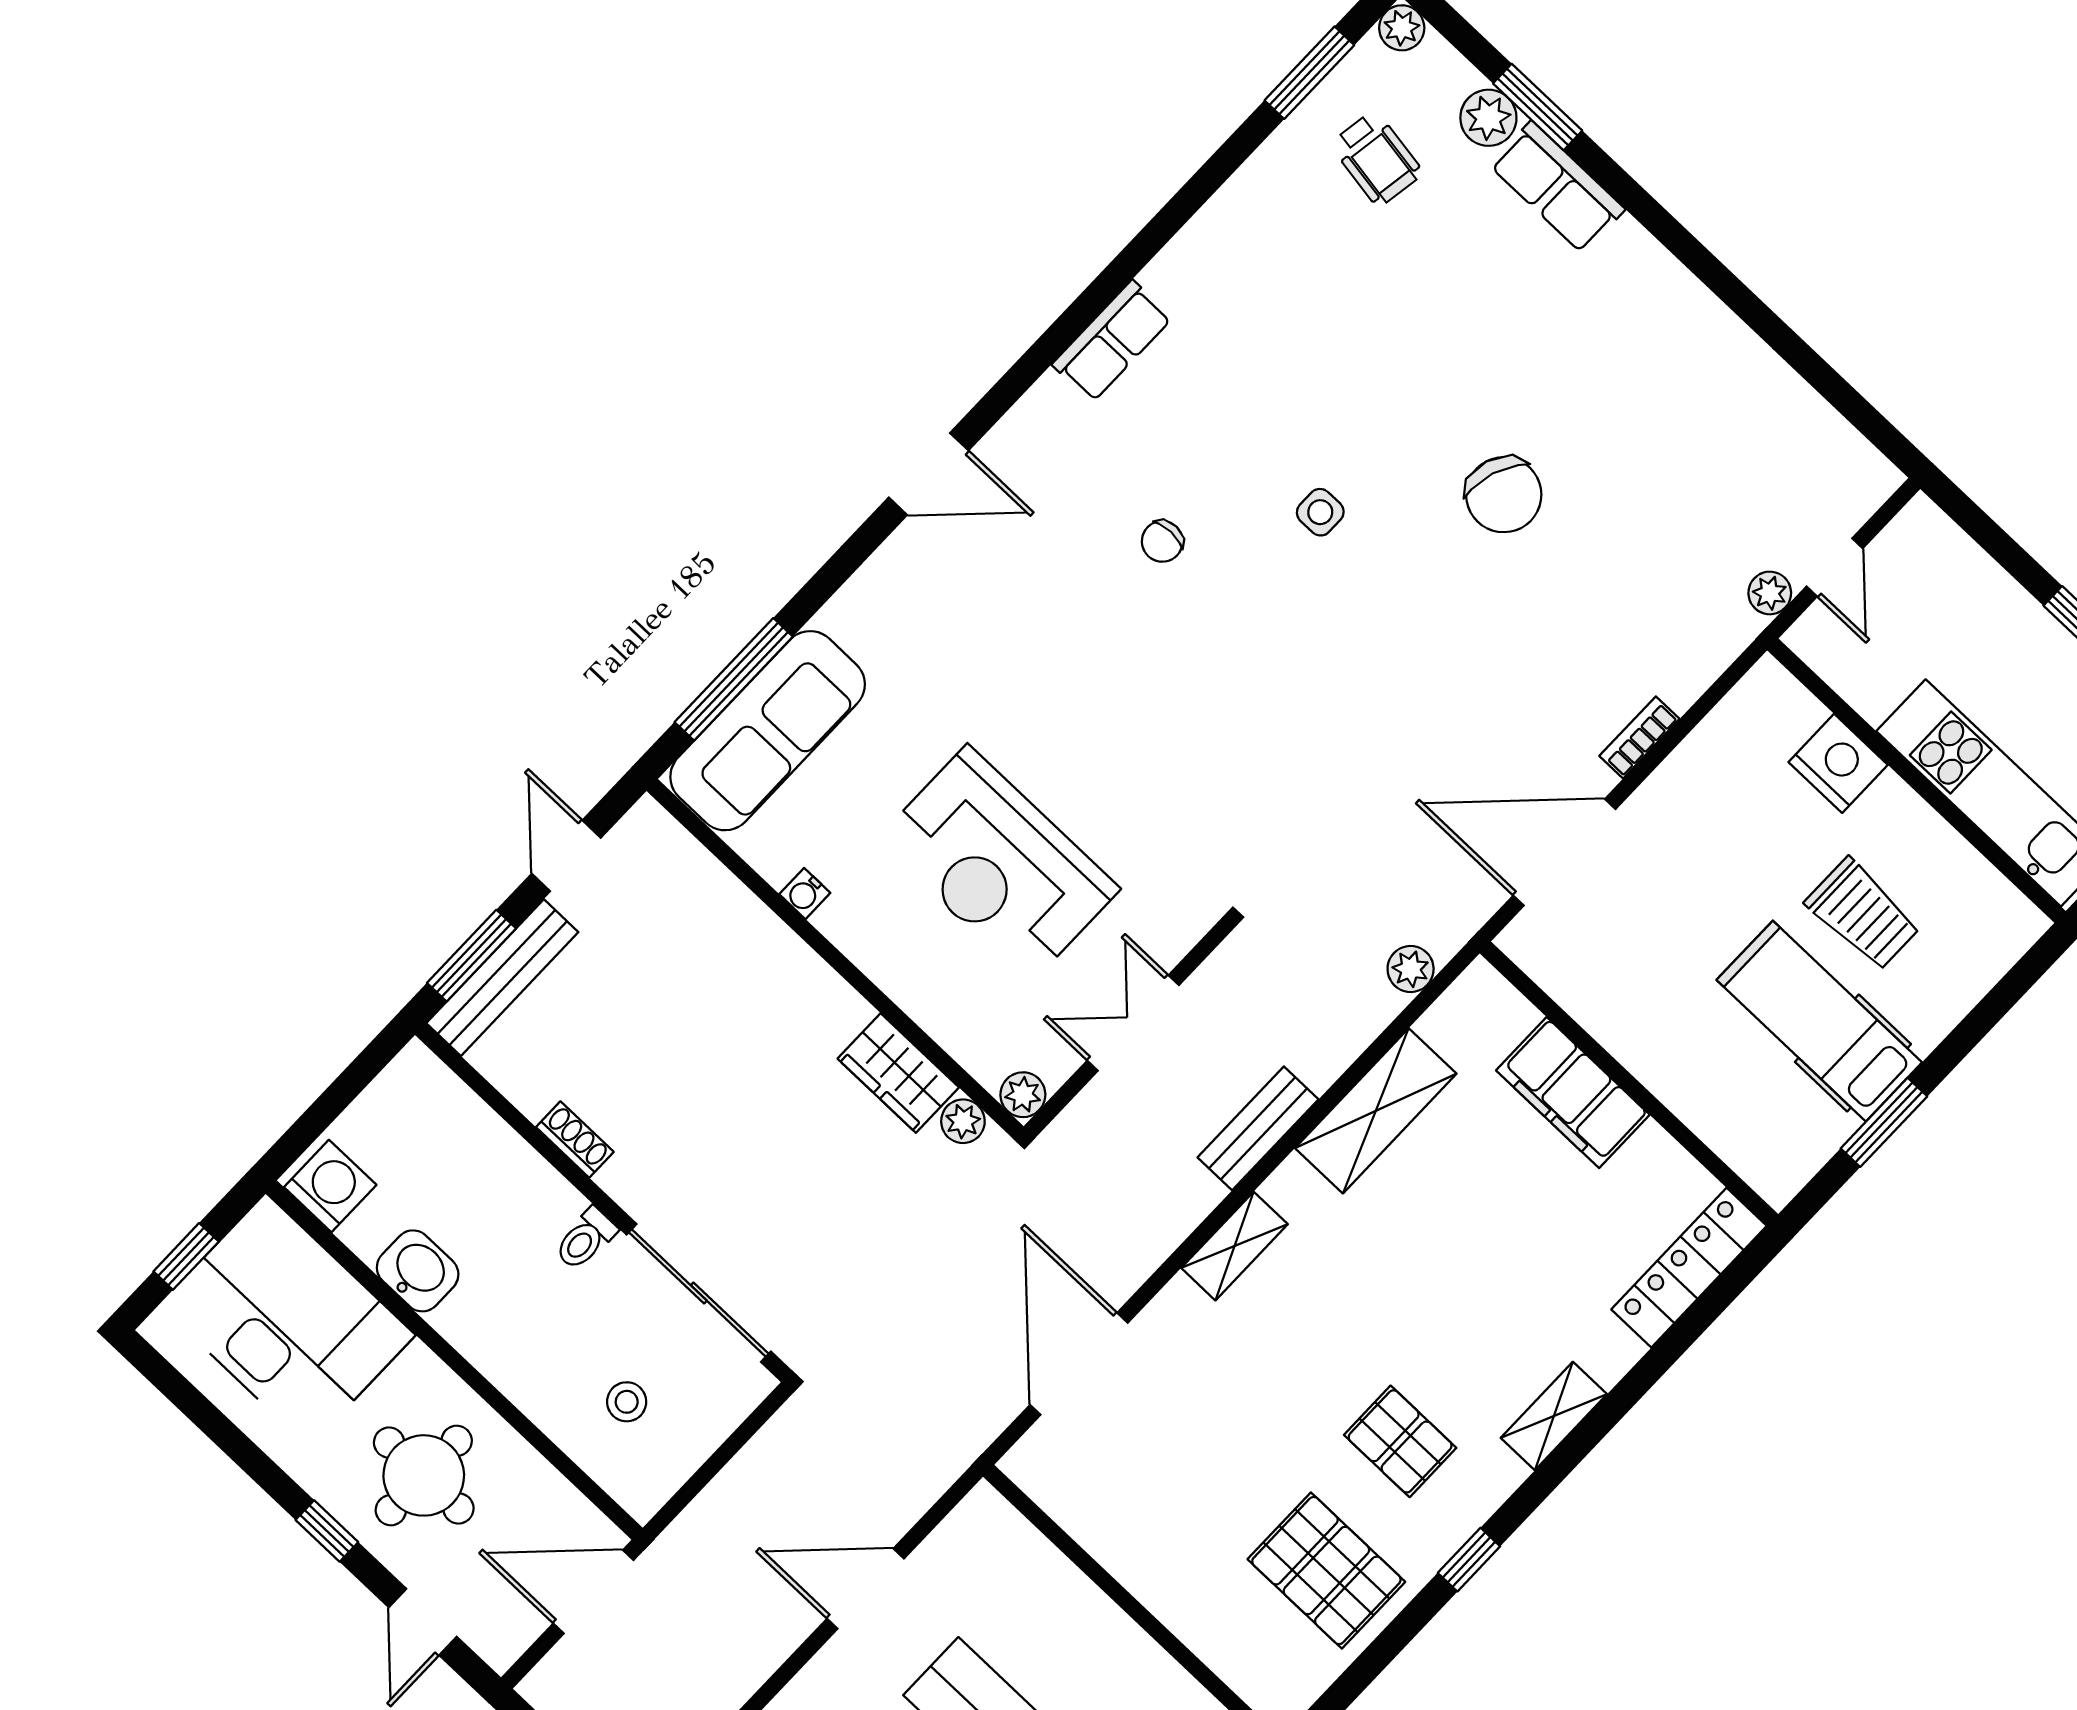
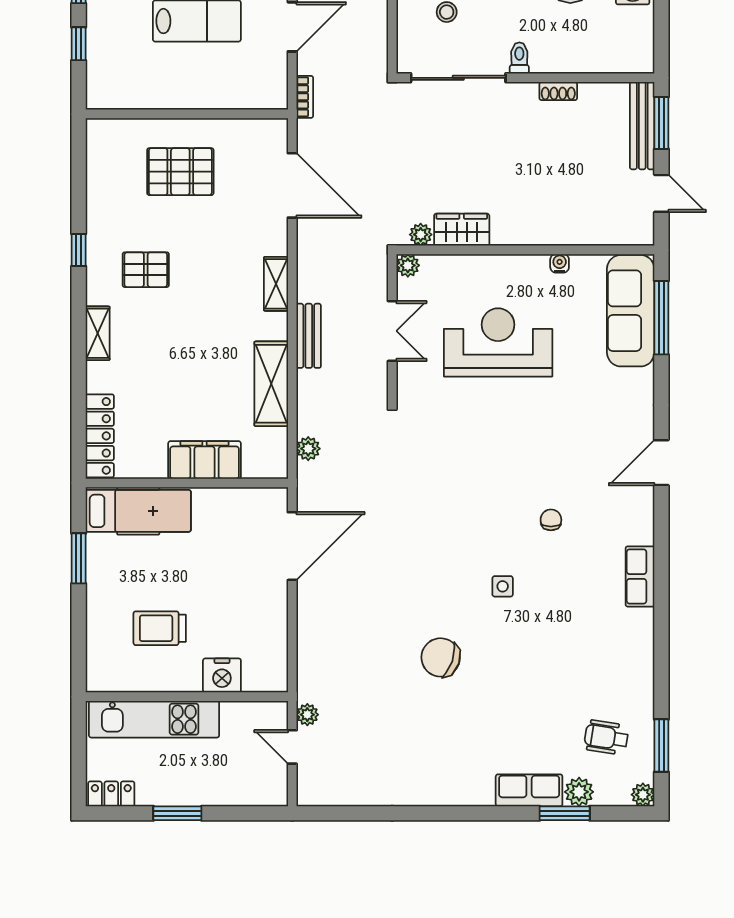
bookcase: (1639, 737) -> (305, 97), moved
hospital bed: (1819, 1021) -> (138, 511), moved
pallet: (1326, 1571) -> (180, 172), moved

